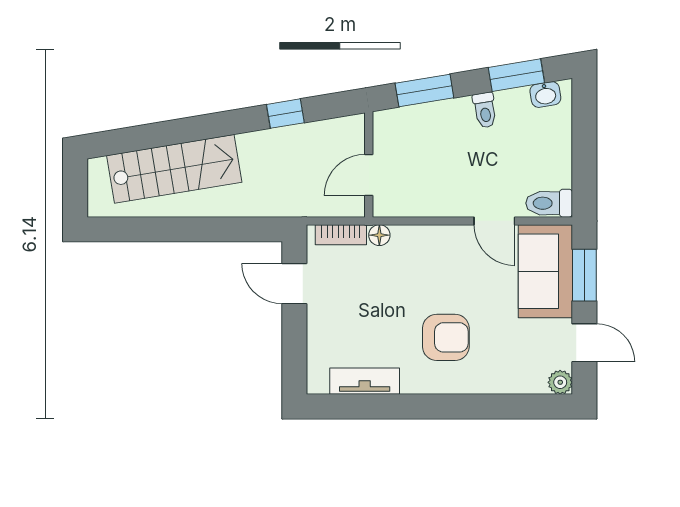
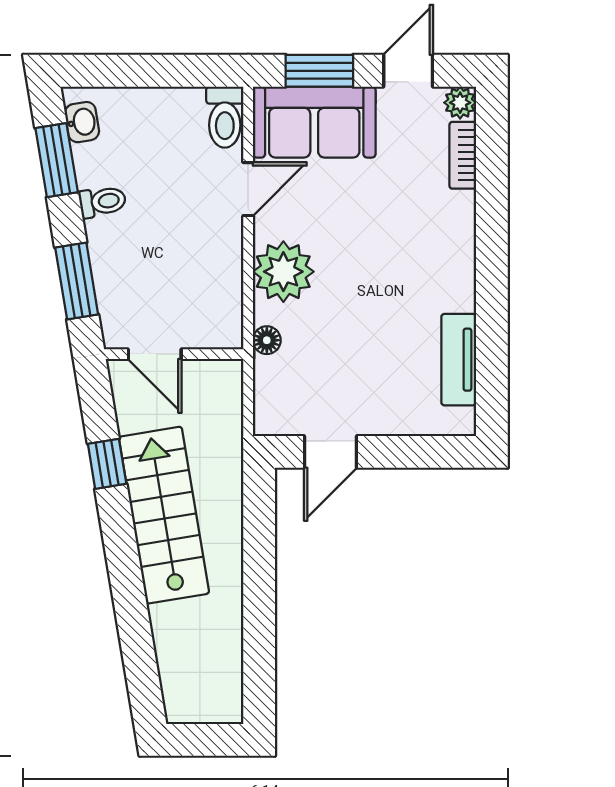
stairs: (174, 169) -> (164, 515), moved
door: (369, 175) -> (155, 354), moved
bookcase: (341, 235) -> (463, 155), moved, turned 180
plant: (432, 248) -> (283, 272), added
armchair: (446, 337) -> (401, 253), removed

